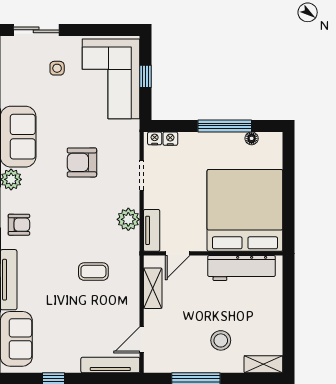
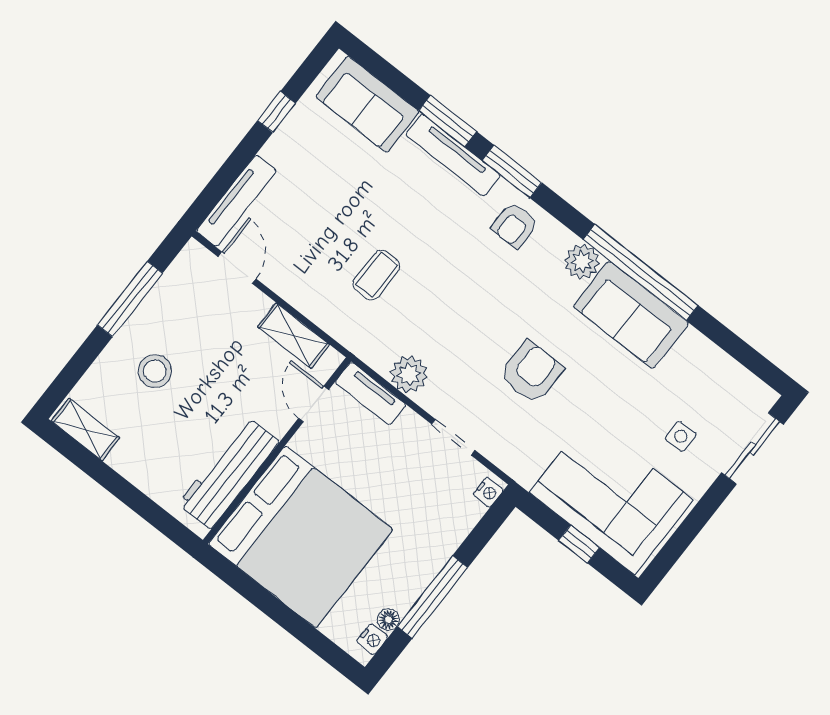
nightstand: (170, 139) -> (372, 639), moved
shelving: (263, 364) -> (85, 430), moved, turned 90

